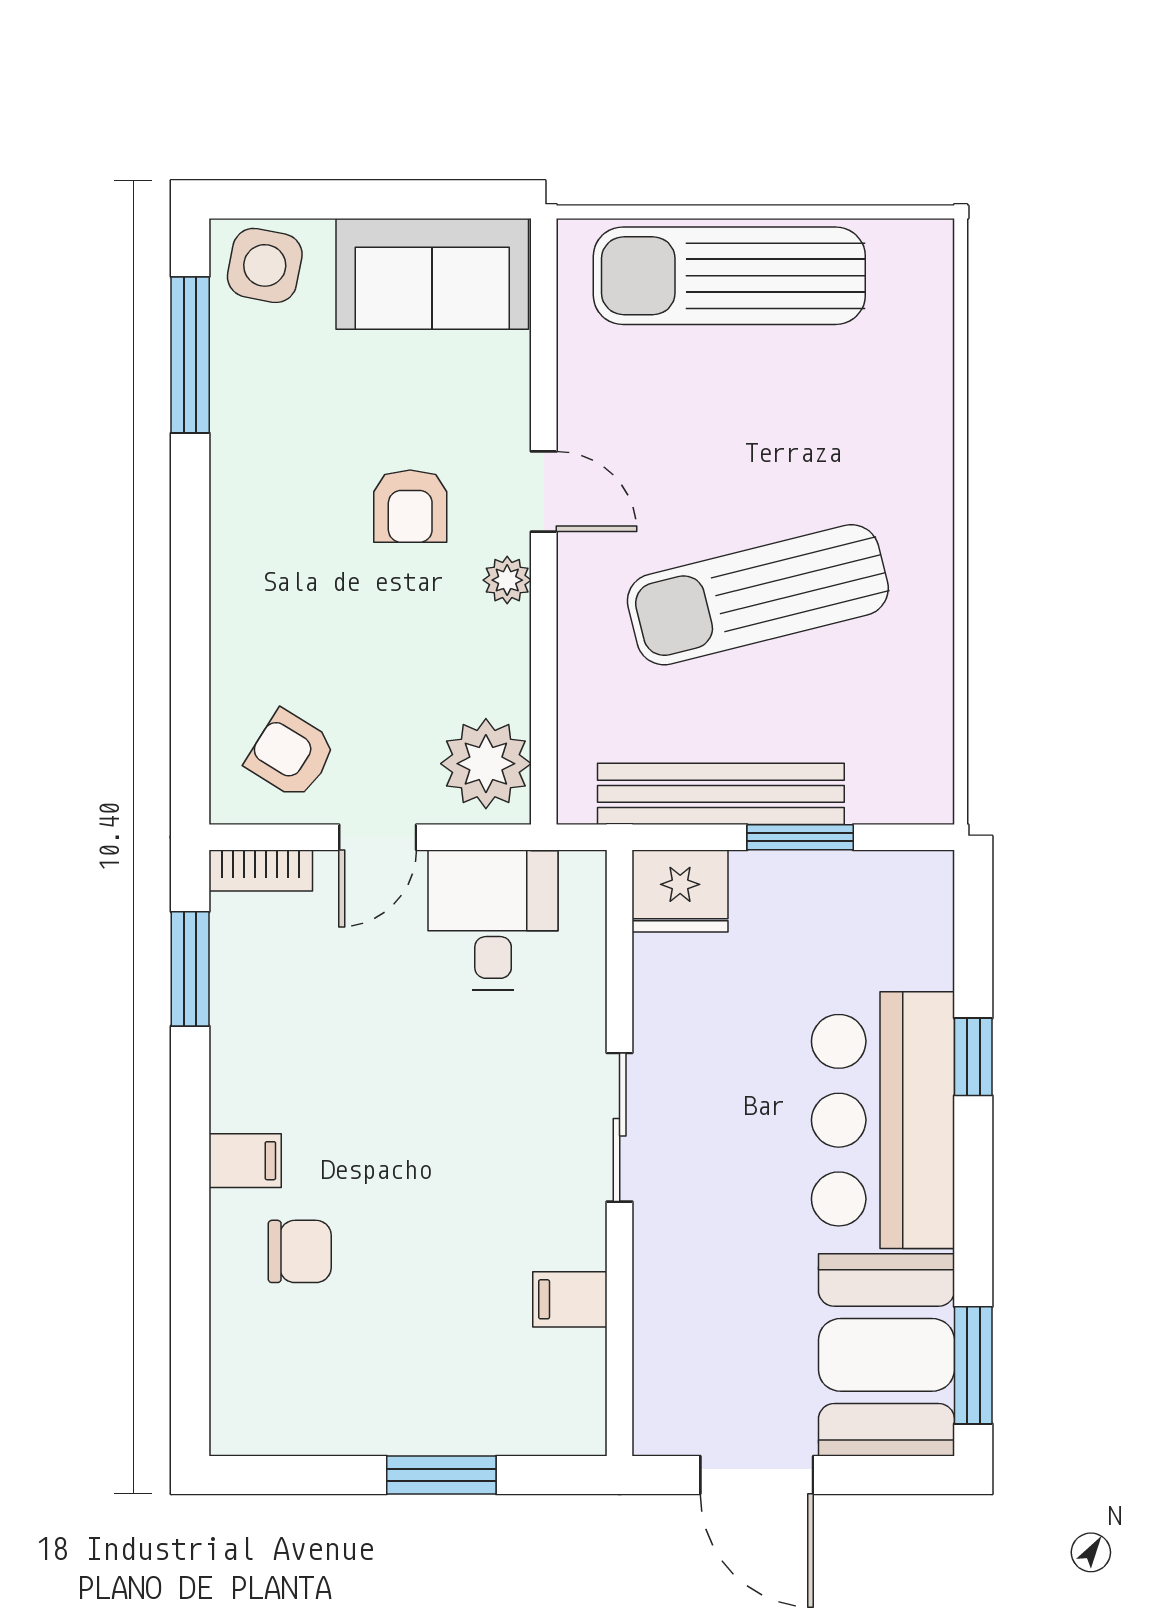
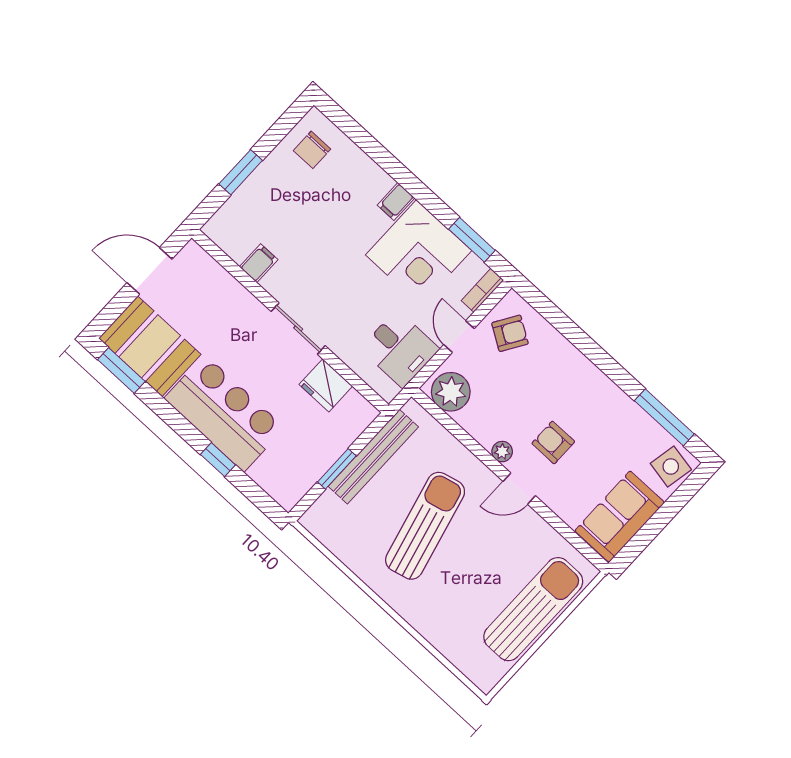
fridge: (680, 891) -> (326, 385), moved, turned -90
corner desk: (297, 1040) -> (419, 253), added
chair: (300, 1251) -> (312, 150), moved

